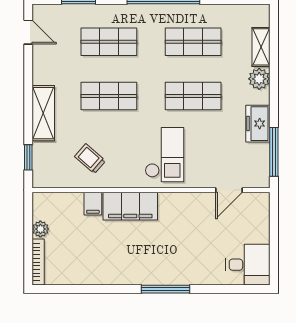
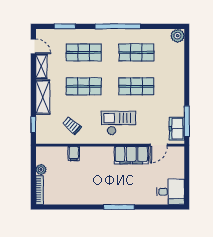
shelving: (261, 47) -> (41, 66), moved
plant: (259, 79) -> (178, 36), moved
freezer: (258, 124) -> (177, 129), moved
checkout: (165, 155) -> (118, 123), turned -90
filing cabinet: (130, 206) -> (131, 155), moved

